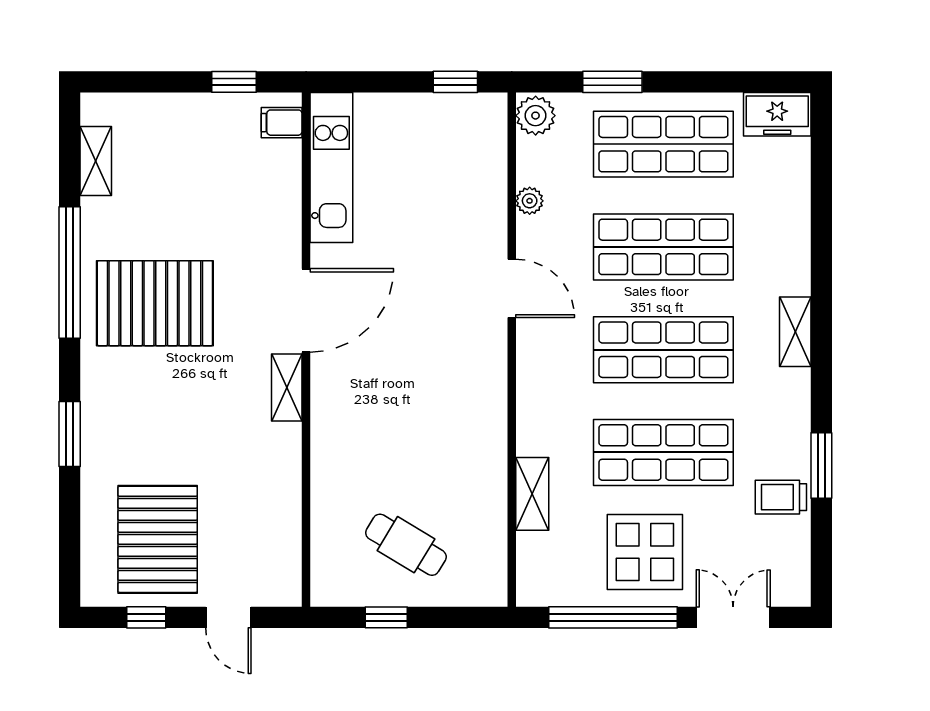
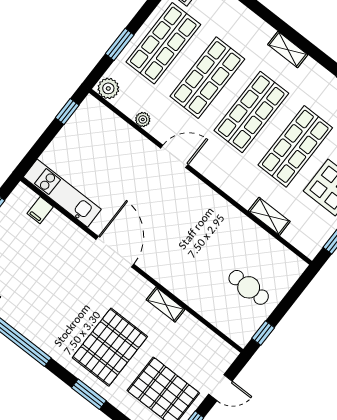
filing cabinet: (282, 123) -> (40, 210), moved
pallet: (155, 303) -> (110, 347), moved
shelving: (287, 387) -> (166, 305), moved
cafe table: (406, 545) -> (249, 287), turned 59
window: (386, 617) -> (263, 333), moved

